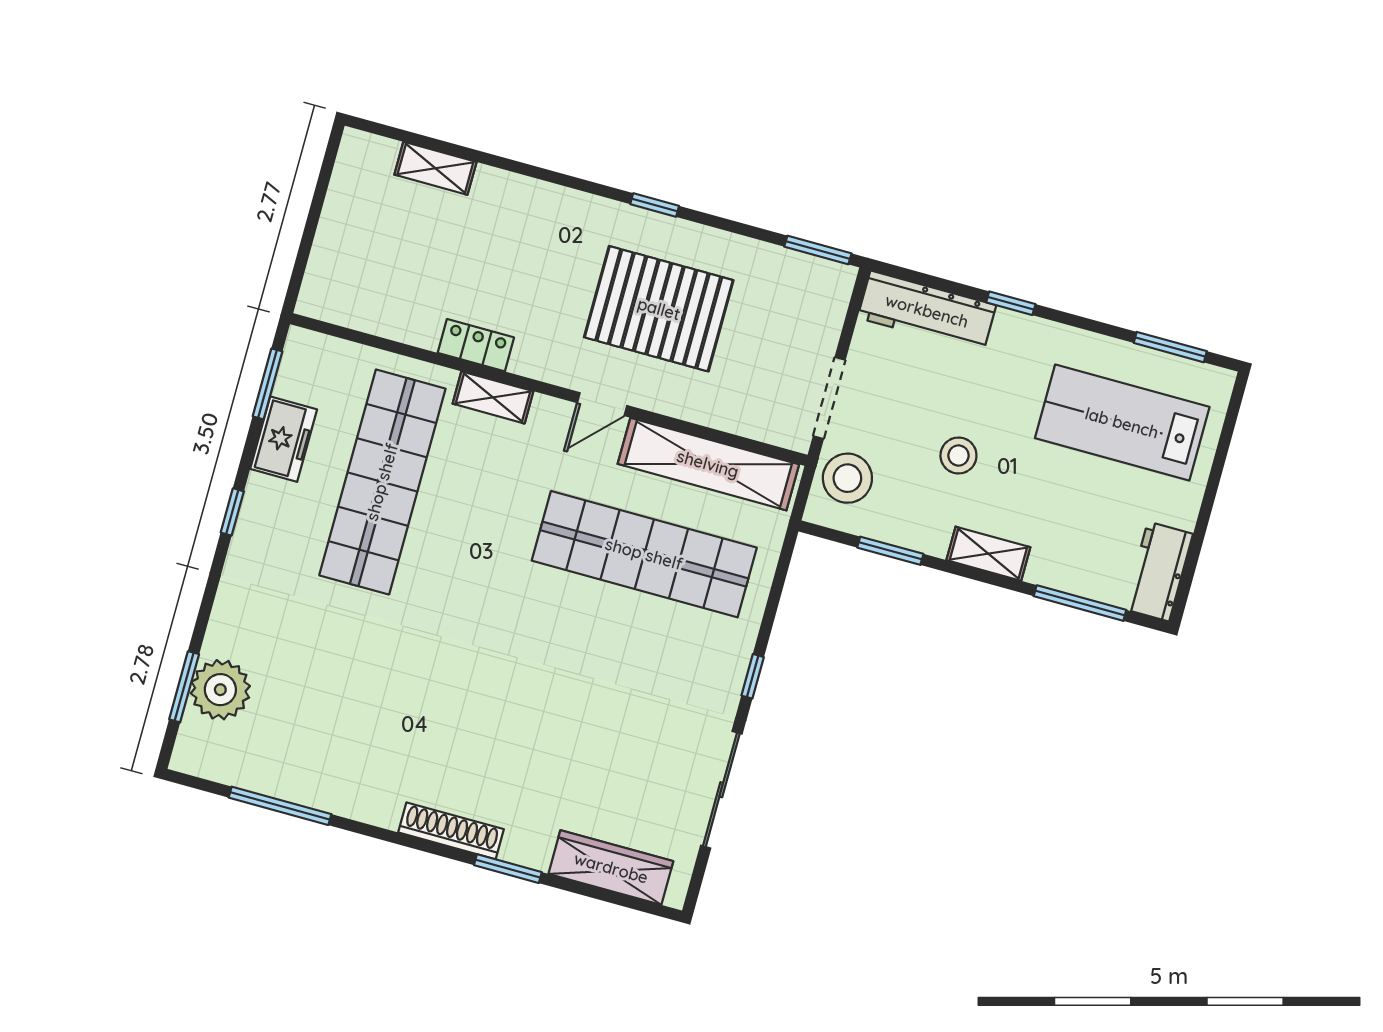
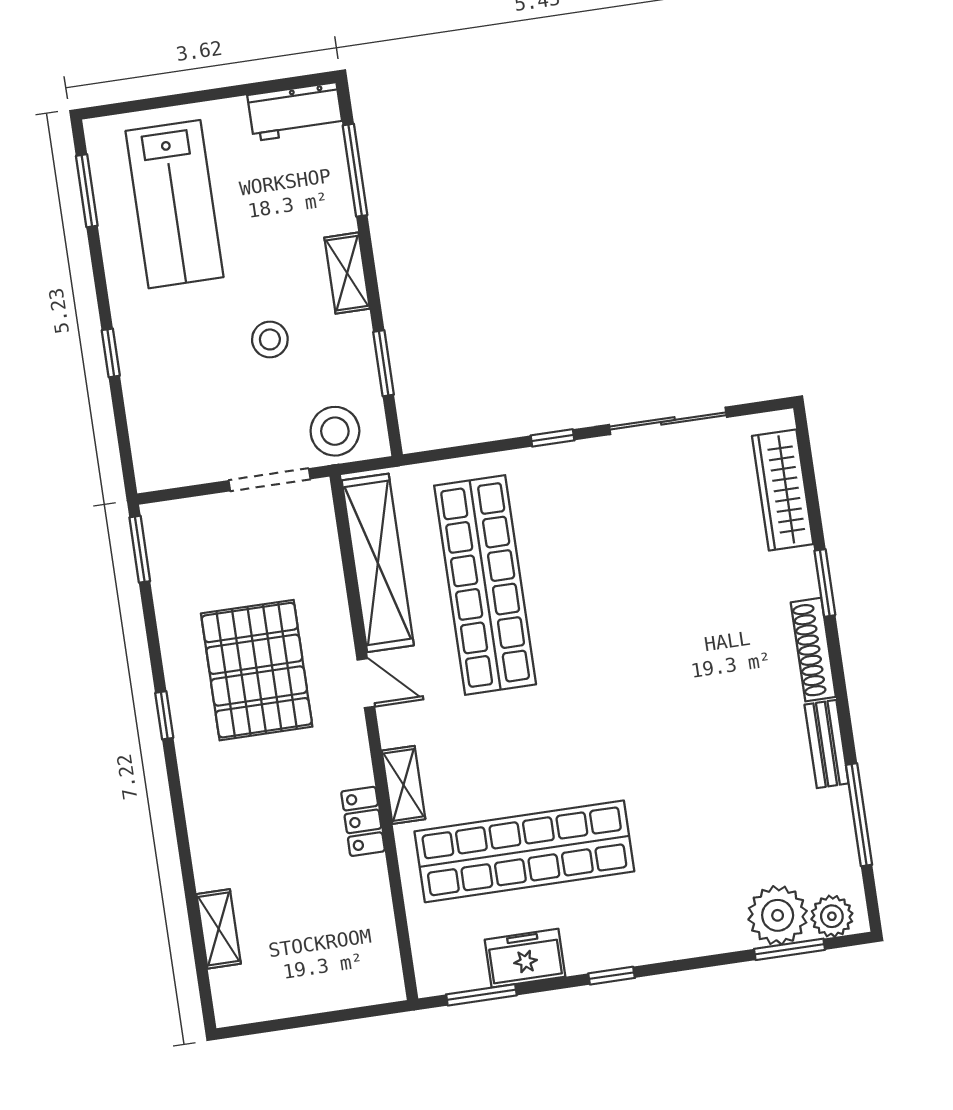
workbench: (927, 311) -> (152, 426), removed
plant: (197, 739) -> (832, 916), added
bench: (358, 805) -> (827, 744), added

